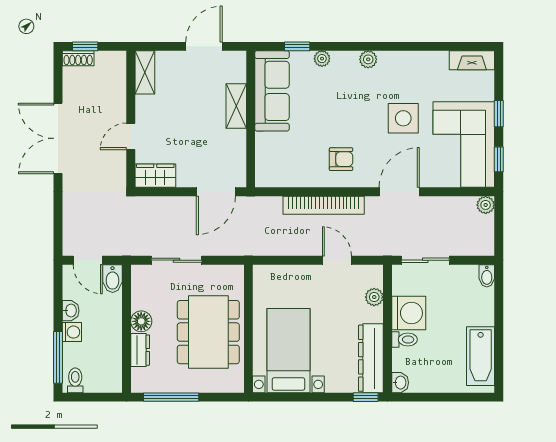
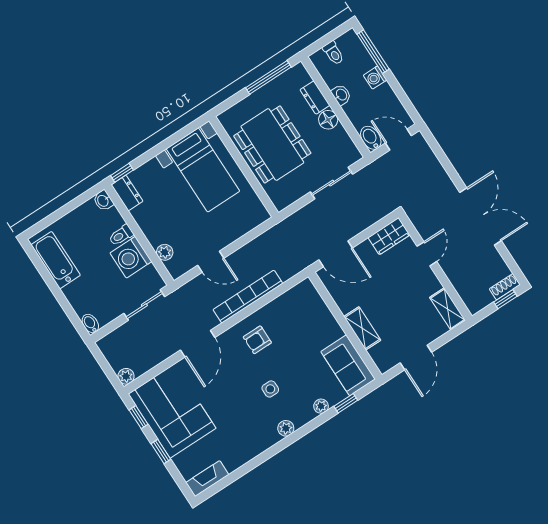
sofa: (272, 91) -> (348, 365), width x0.73
side table: (403, 118) -> (270, 389), moved, width x0.54, depth x0.54
door: (216, 192) -> (336, 254), swing flipped
washbasin: (71, 311) -> (341, 95), moved, turned 180
dresser: (371, 358) -> (127, 193), width x0.51, depth x0.80
toilet: (75, 380) -> (333, 53), moved

